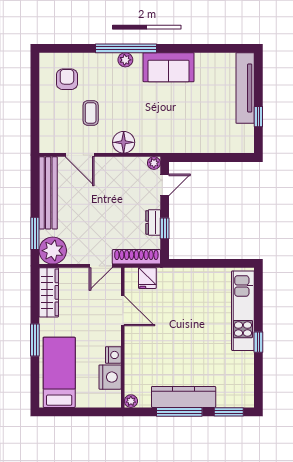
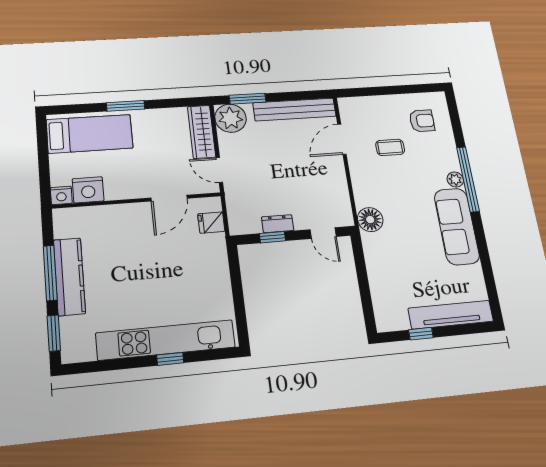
sofa: (169, 67) -> (457, 226), width x1.36
floor lamp: (124, 142) -> (370, 220), moved
plant: (154, 163) -> (346, 219), removed
shoe rack: (136, 257) -> (235, 208), removed
wardrobe: (49, 292) -> (202, 132), moved, turned 90
kitchen unit: (243, 311) -> (166, 340), width x1.36
window: (258, 342) -> (170, 359), moved
nightstand: (113, 355) -> (61, 195), moved
plant: (131, 401) -> (60, 216), removed

